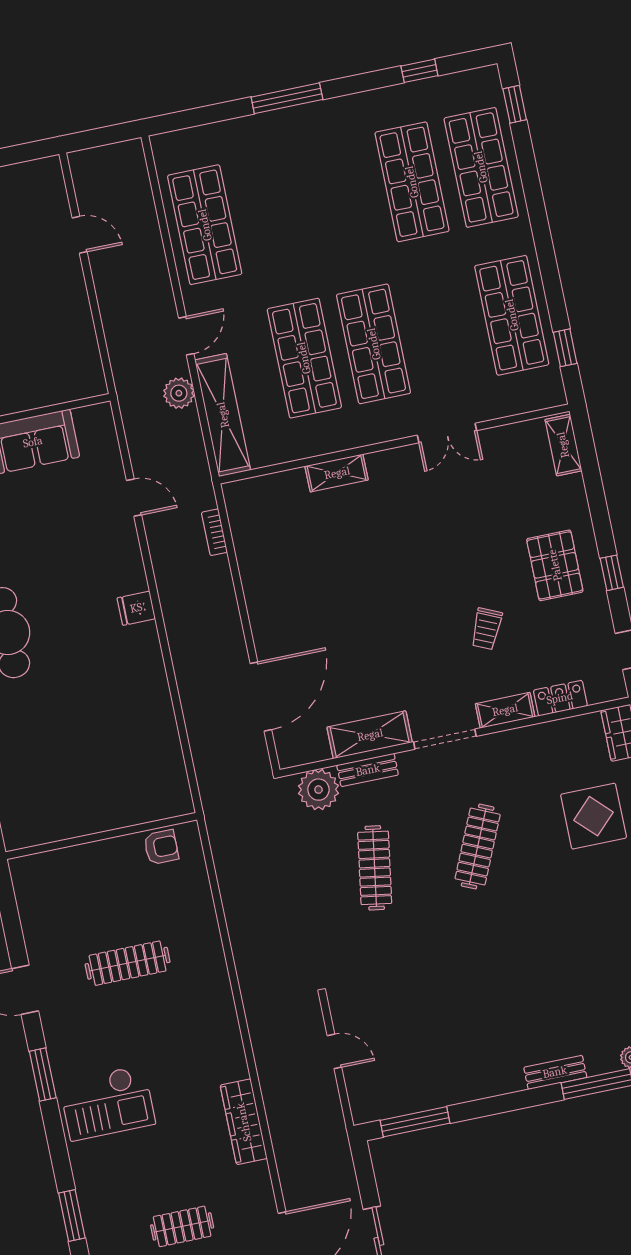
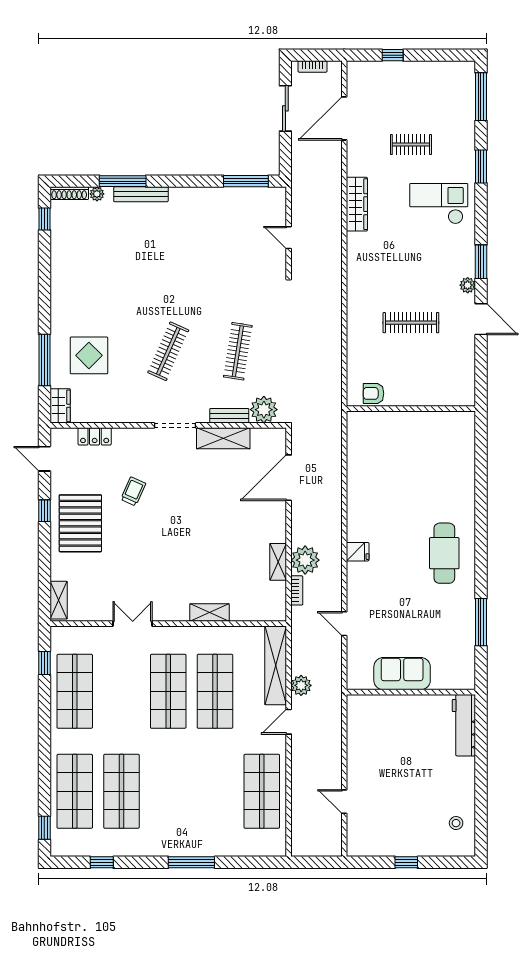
pallet: (555, 565) -> (80, 523), width x1.37, depth x1.41
plant: (211, 580) -> (305, 560), added
shelving: (505, 710) -> (278, 562), moved, turned 90
plant: (55, 1036) -> (468, 285), added
bench: (555, 1072) -> (141, 194), width x1.36
checkout: (107, 1103) -> (439, 204), moved

